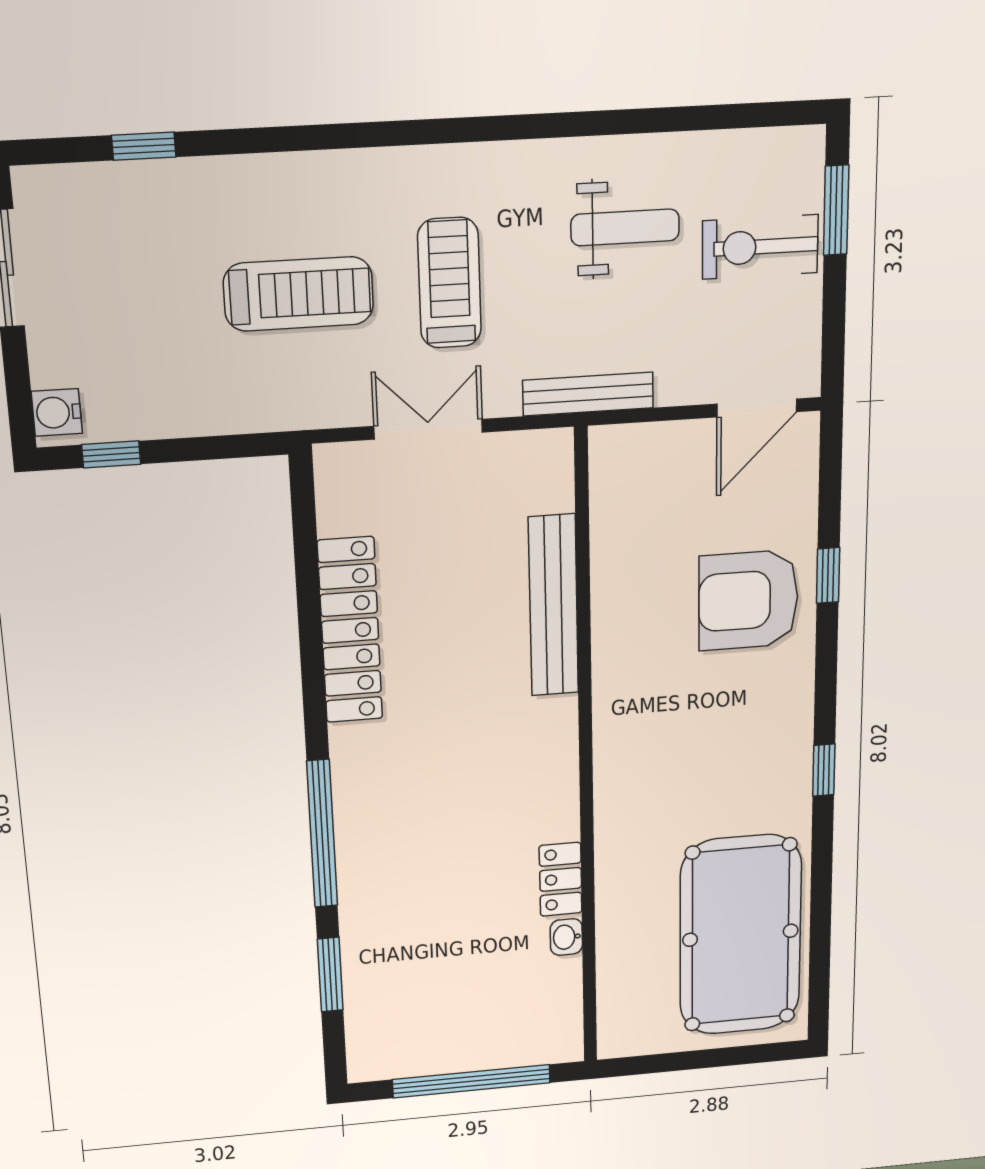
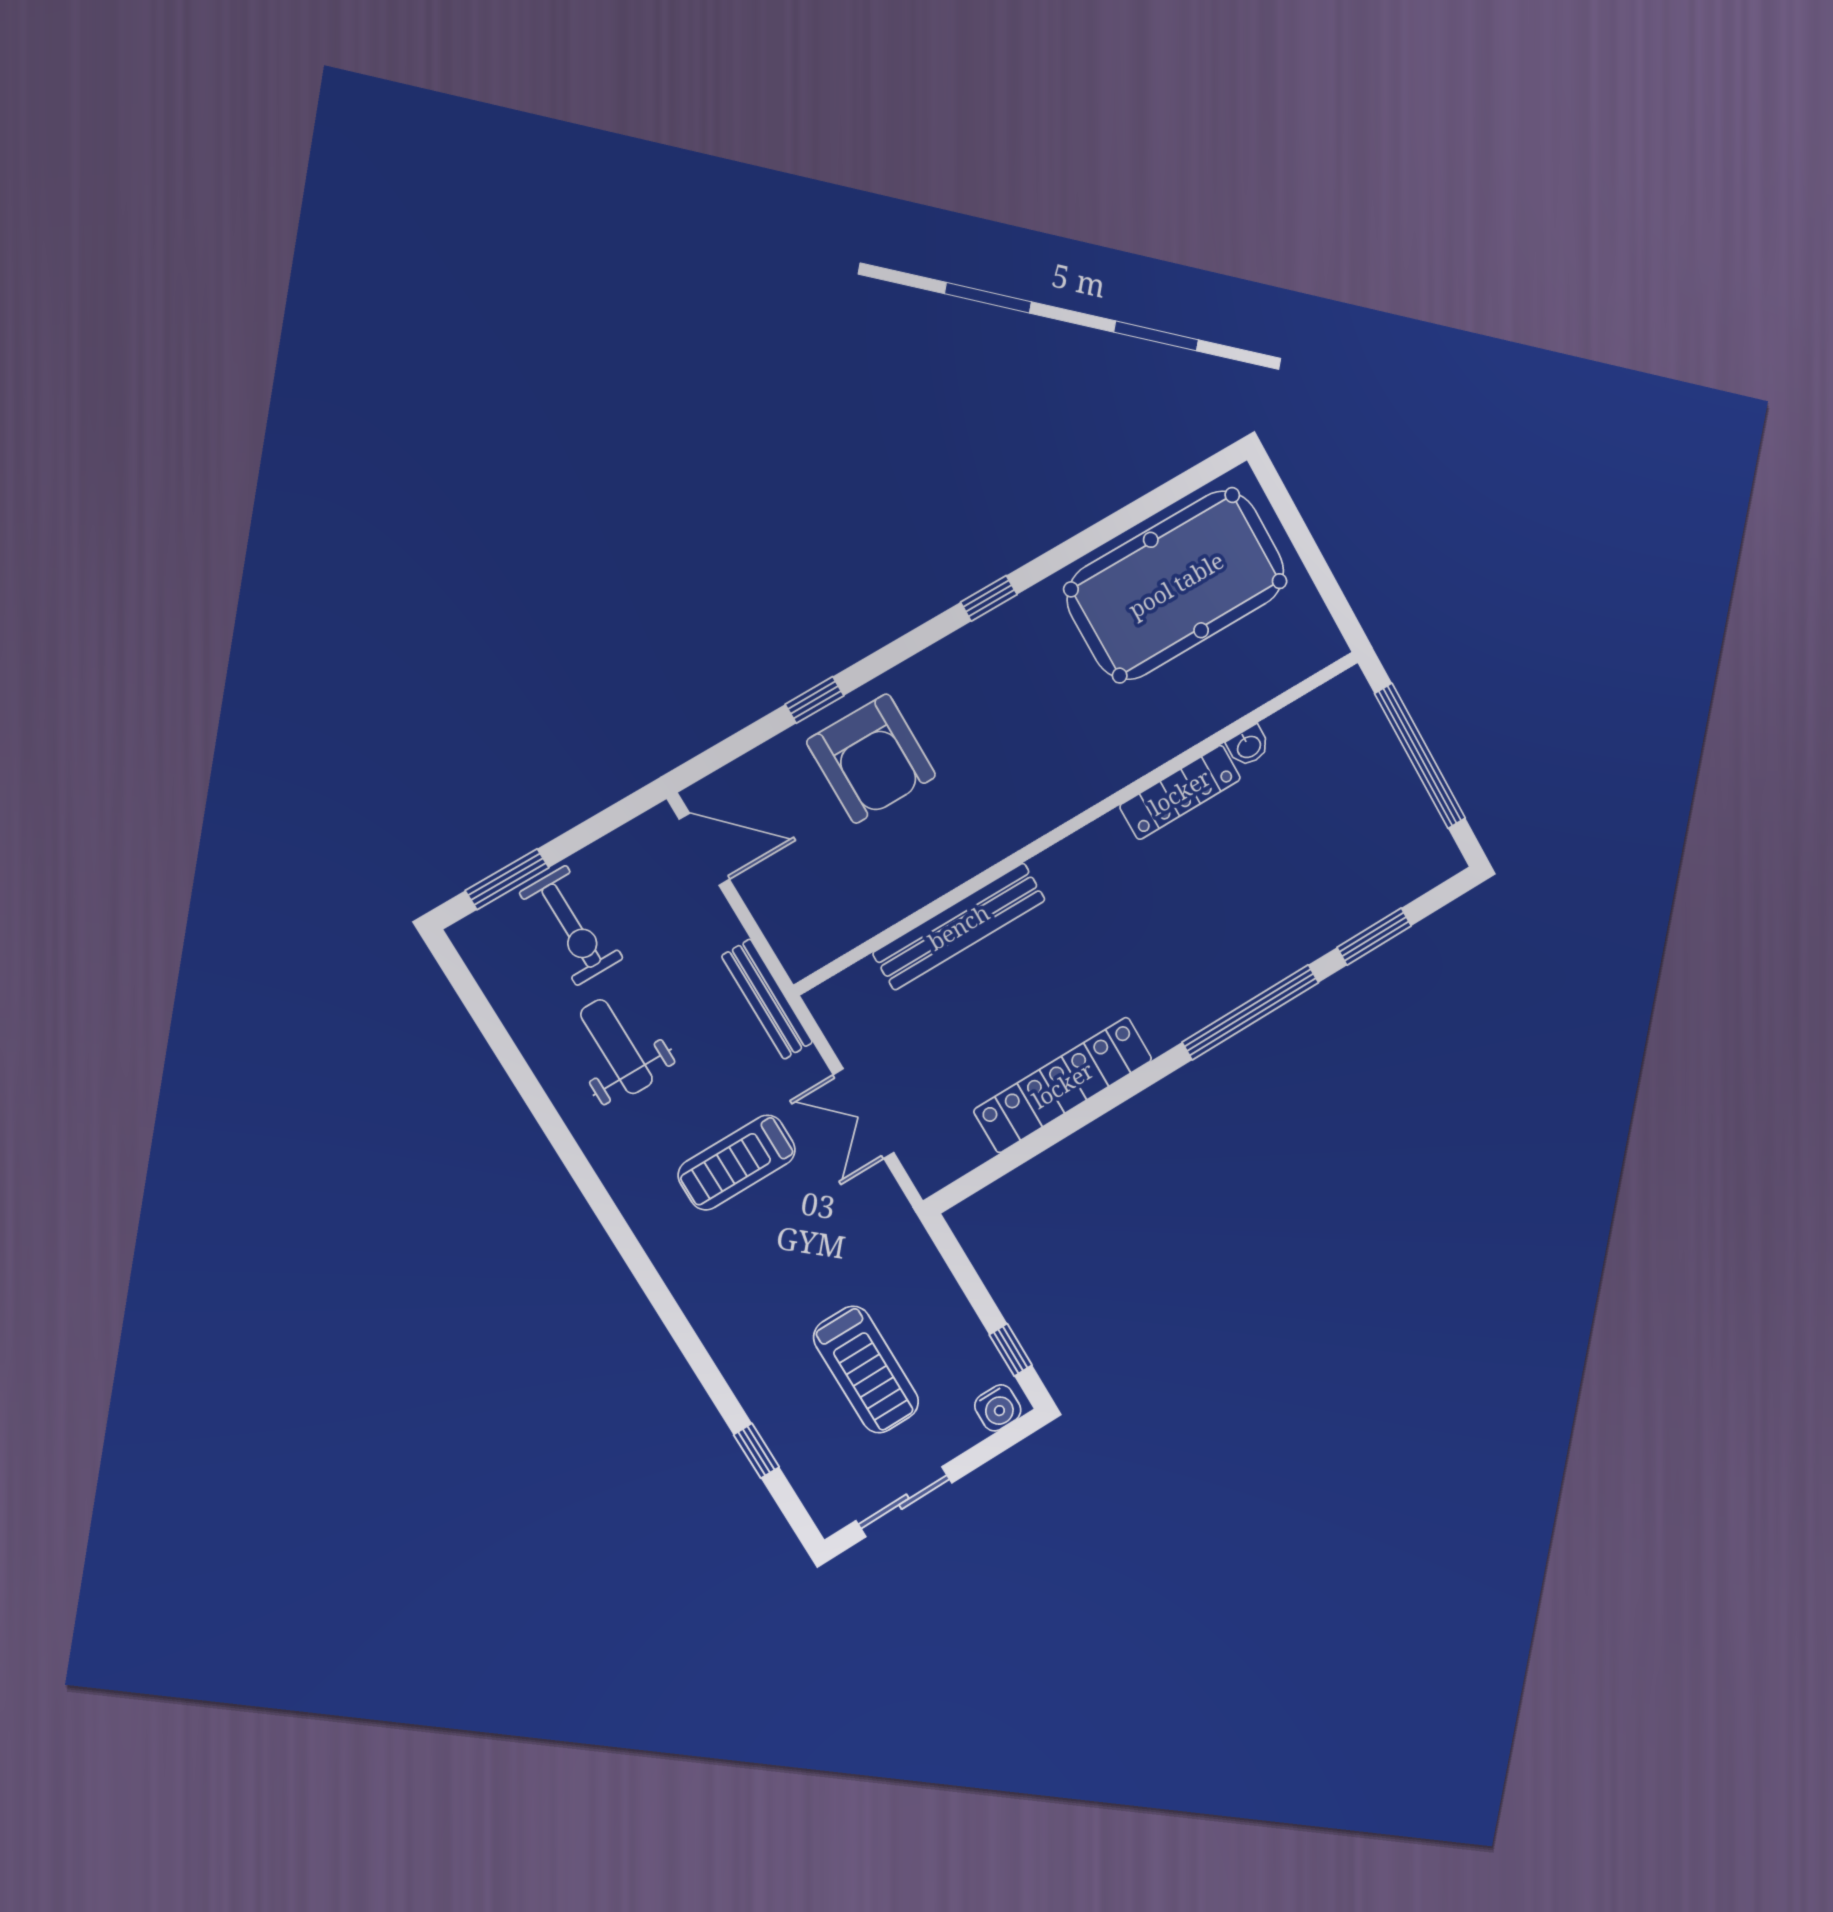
treadmill: (299, 294) -> (866, 1370), moved, turned 180
locker: (561, 879) -> (1180, 792), width x1.53

